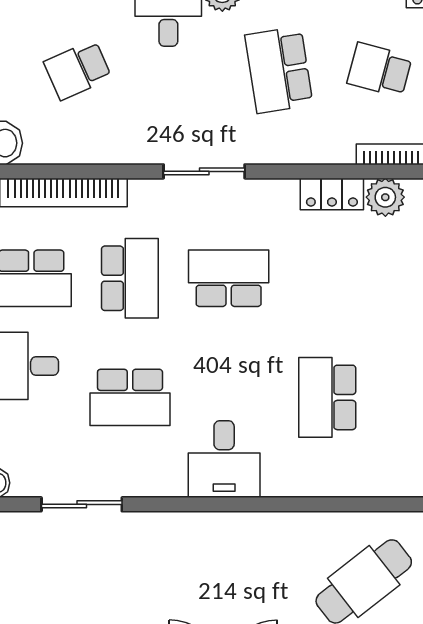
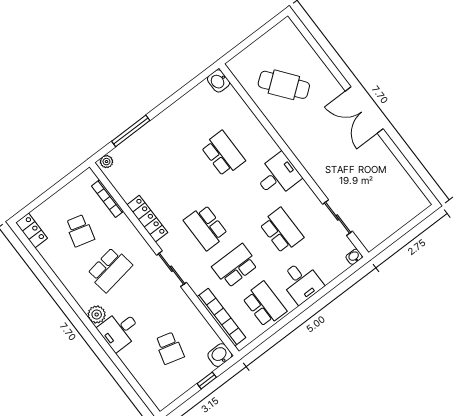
school desk: (78, 70) -> (169, 348), turned 39
locker: (332, 194) -> (147, 219), width x1.53
plant: (385, 197) -> (128, 190), removed
school desk: (327, 397) -> (223, 154), turned -90

